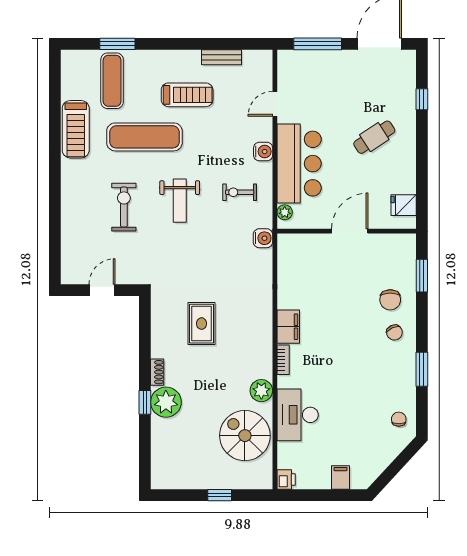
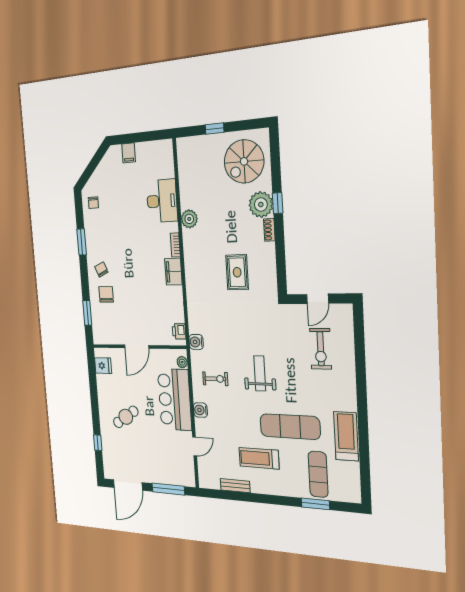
exercise bike: (124, 207) -> (321, 349), moved
spiral stairs: (245, 436) -> (244, 161), moved, turned 90
printer: (286, 479) -> (179, 331), moved

